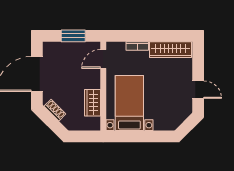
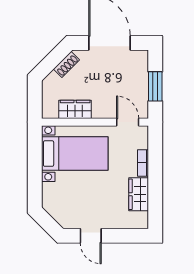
wardrobe: (170, 50) -> (139, 194), width x0.67
door: (198, 90) -> (91, 236), hinge flipped

